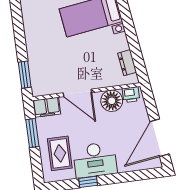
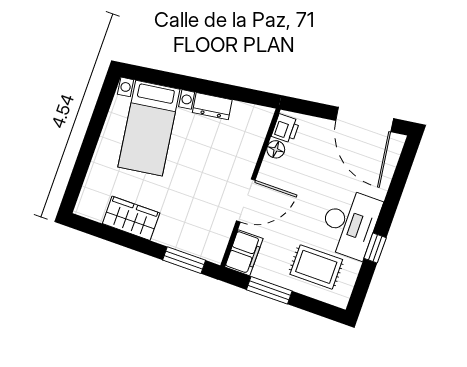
wardrobe: (33, 32) -> (131, 218), added
dresser: (127, 63) -> (212, 106), moved
floor lamp: (112, 101) -> (276, 149), width x0.53, depth x0.53

